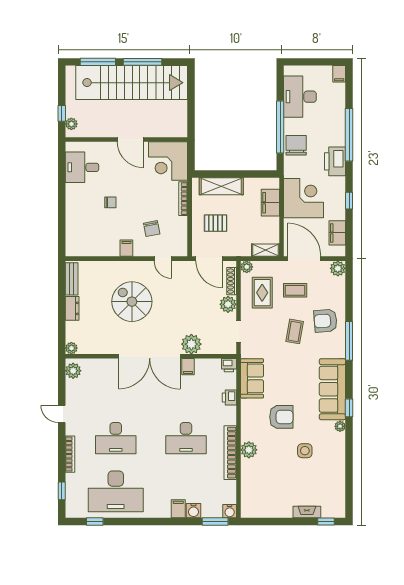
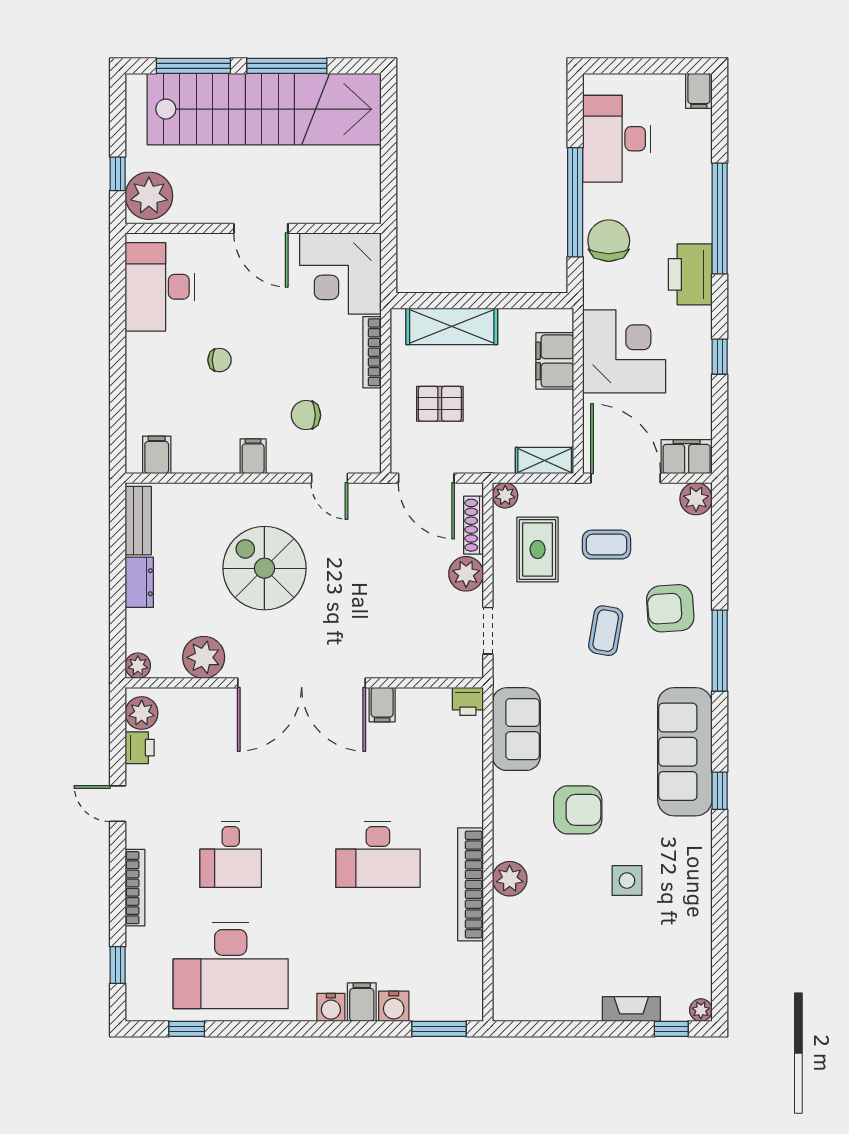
plant: (71, 124) -> (149, 196), width x1.87, depth x1.87
desk: (82, 167) -> (160, 287), width x1.37
chair: (152, 229) -> (306, 415), turned 101
filing cabinet: (337, 233) -> (687, 457), moved, turned 90
filing cabinet: (80, 248) -> (157, 455), added
plant: (191, 344) -> (204, 657), moved
printer: (229, 397) -> (140, 748), moved, turned 180
plant: (340, 426) -> (701, 1010), moved
desk: (116, 438) -> (231, 854), width x0.73
water cooler: (230, 511) -> (331, 1007), moved

